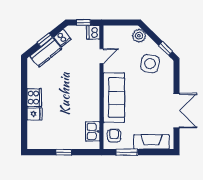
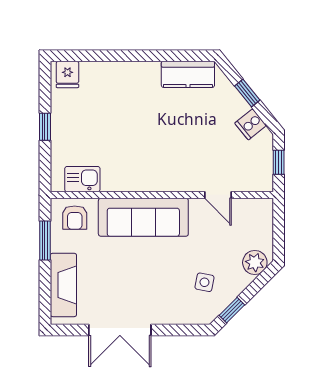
dishwasher: (93, 32) -> (261, 180), removed
kitchen counter: (46, 52) -> (188, 74), moved, turned -51
side table: (150, 64) -> (204, 282), width x0.54, depth x0.54
cooker: (34, 98) -> (143, 74), removed
fridge: (35, 114) -> (67, 74), moved
armchair: (114, 136) -> (75, 218), turned 90

